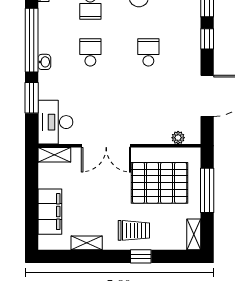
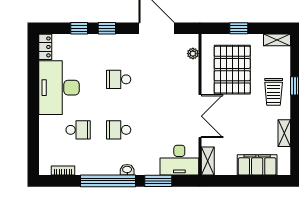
window: (207, 190) -> (239, 28), width x0.46
trolley: (134, 230) -> (274, 92), turned 180

